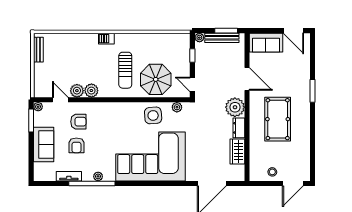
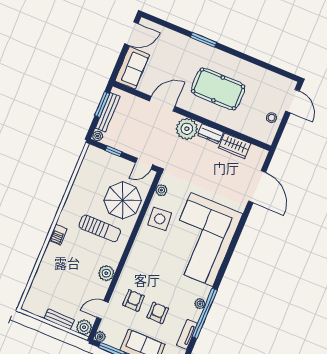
bench: (38, 50) -> (59, 319), moved
plant: (77, 91) -> (84, 327), moved
armchair: (76, 145) -> (158, 313), turned -90

